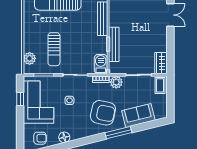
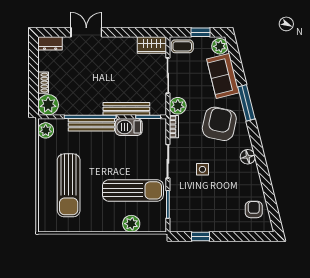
sun lounger: (54, 49) -> (133, 190), width x1.36, depth x1.34
plant: (30, 58) -> (131, 224), moved
barbecue: (101, 64) -> (129, 127), moved
window: (170, 99) -> (200, 32), added
corner sofa: (38, 102) -> (205, 212), removed
plant: (160, 113) -> (220, 46), added
floor lamp: (64, 137) -> (248, 157), moved

